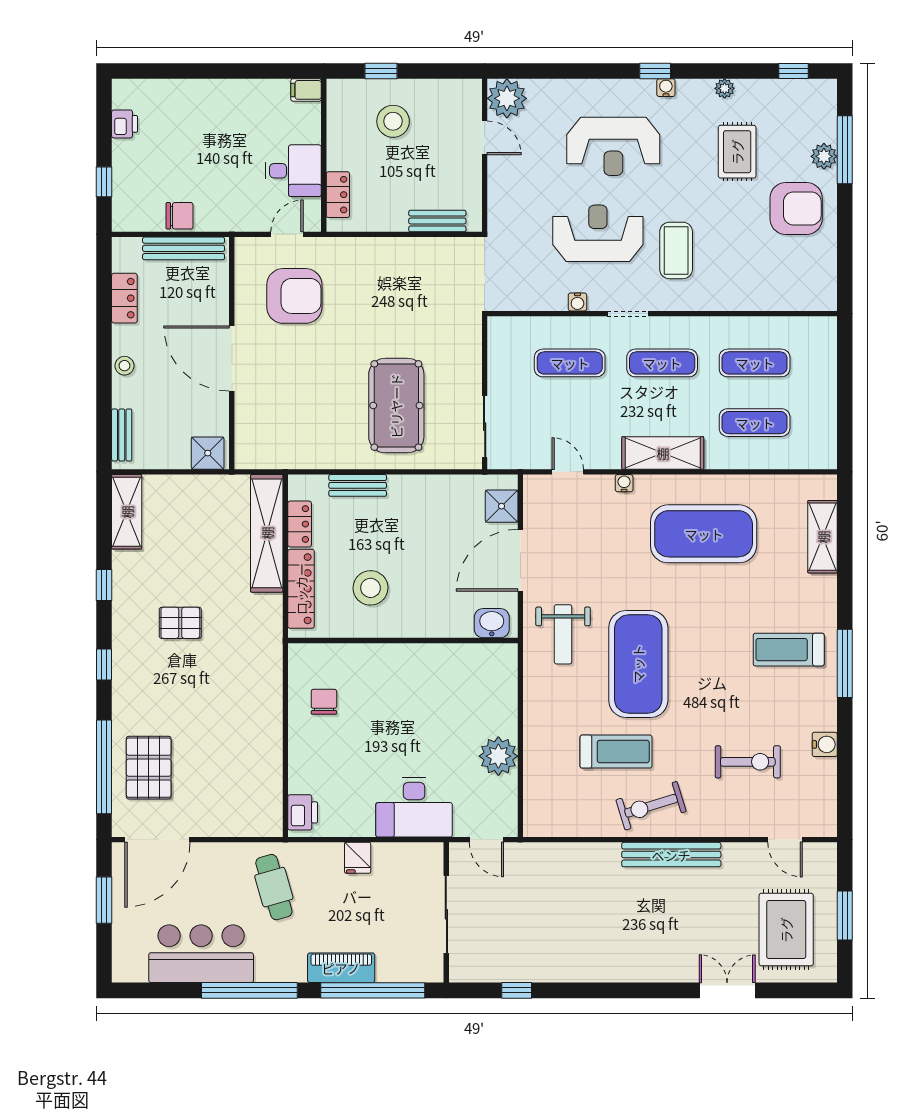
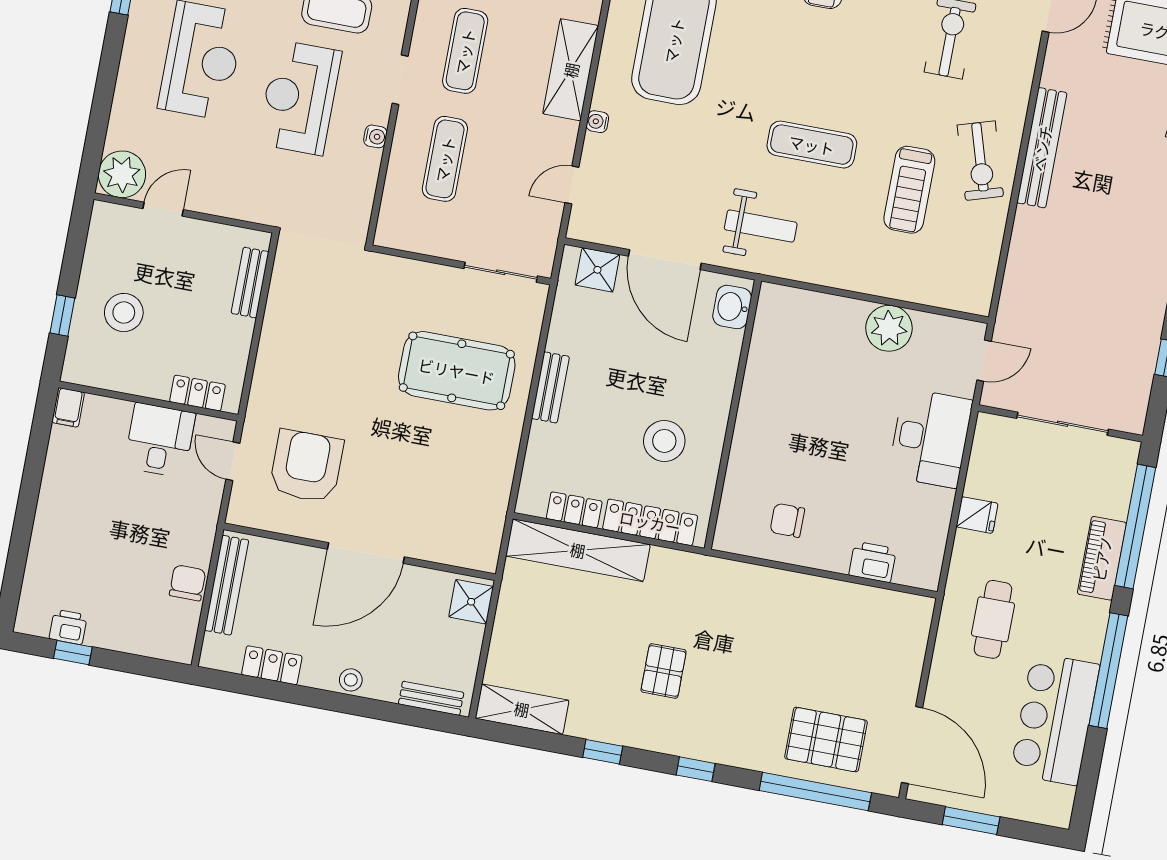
window: (104, 182) -> (73, 653), moved
bench: (358, 485) -> (550, 387), moved
exercise mat: (638, 664) -> (812, 145), width x0.50, depth x0.69
treadmill: (616, 752) -> (909, 190), turned 180
printer: (303, 812) -> (873, 562), moved
cafe table: (274, 887) -> (993, 619), turned -74

